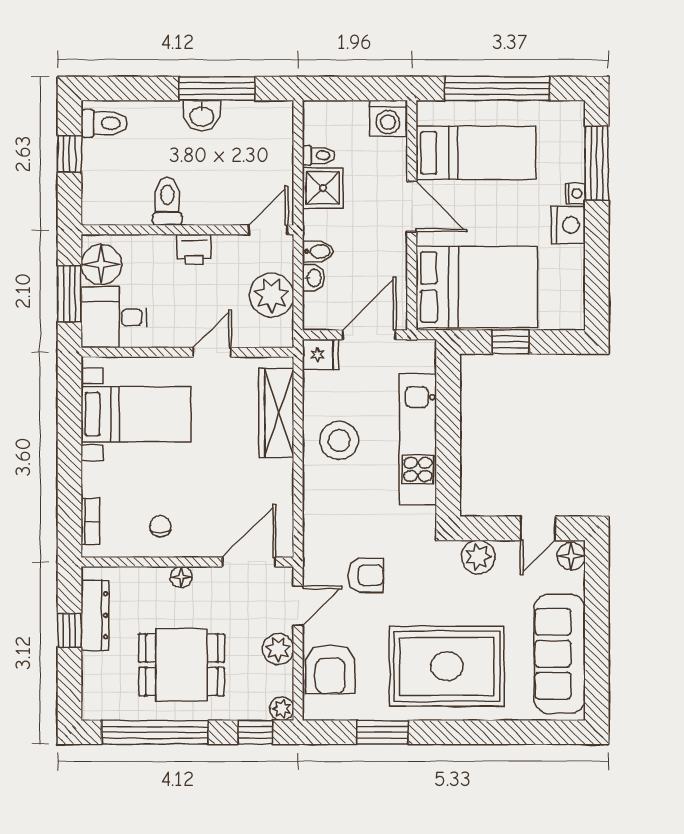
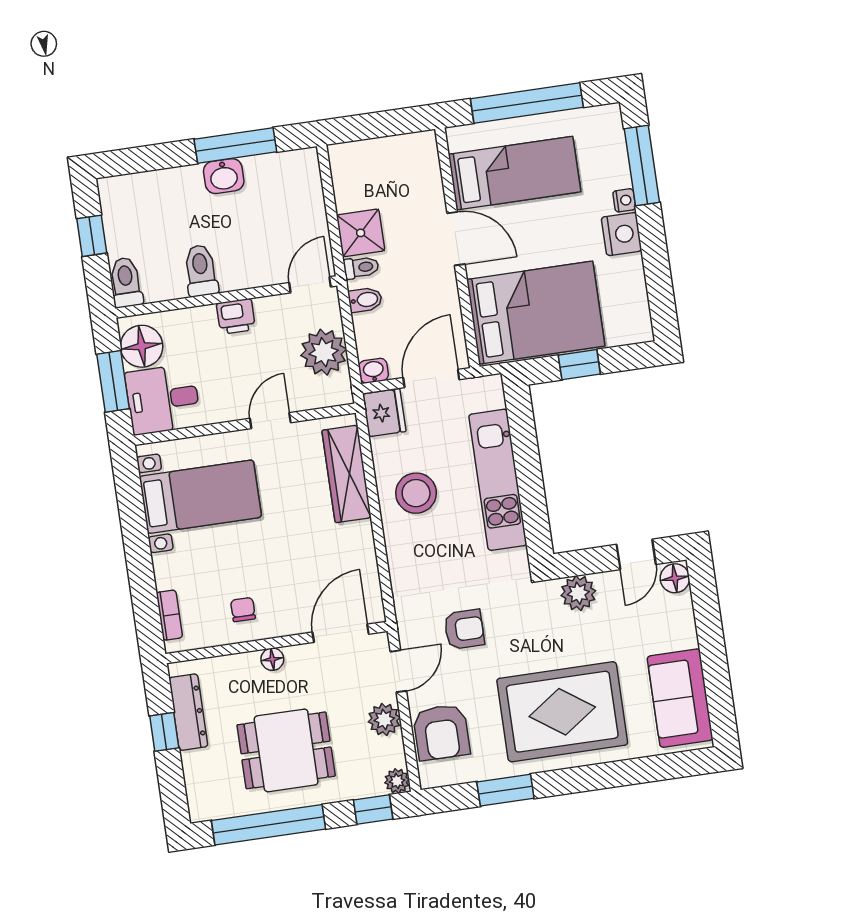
washing machine: (388, 118) -> (418, 151), removed
toilet: (104, 123) -> (126, 282), moved, turned -90
toilet: (319, 155) -> (361, 267), moved
washbasin: (313, 278) -> (373, 371), moved, turned -90
fridge: (320, 355) -> (384, 413), width x1.38
sofa: (560, 654) -> (680, 698), width x0.73

